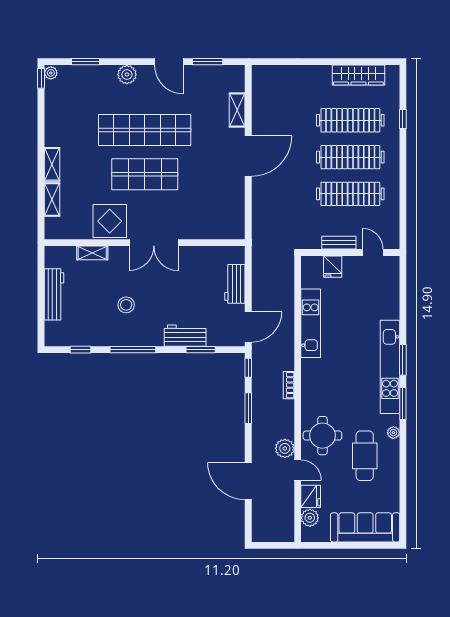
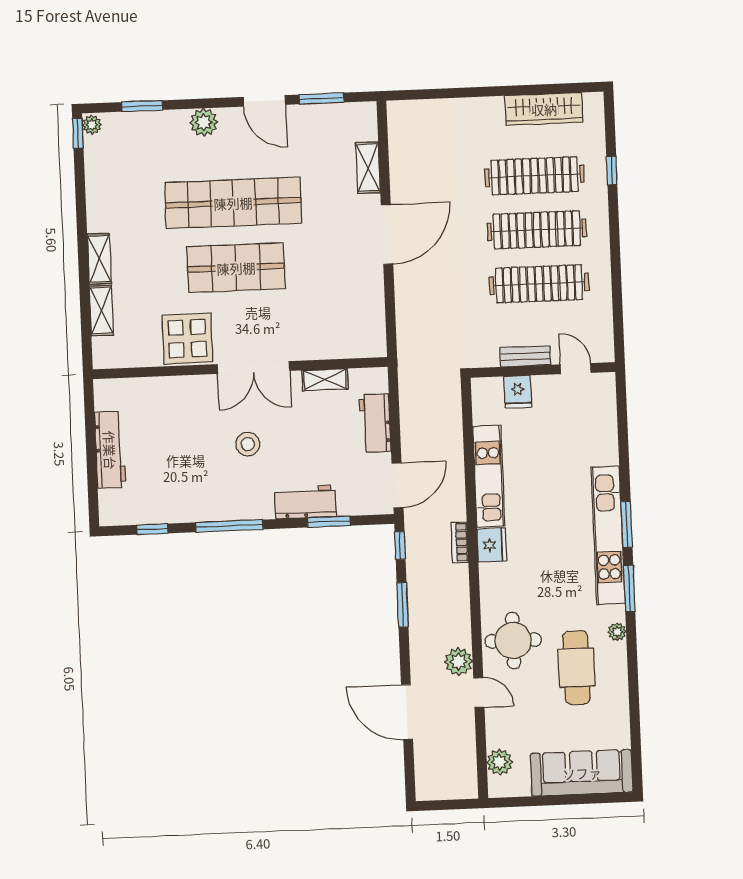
shelving: (92, 253) -> (325, 380), moved
stool: (126, 305) -> (248, 444), moved
bookcase: (289, 385) -> (460, 542), moved
fridge: (311, 496) -> (492, 545), moved

